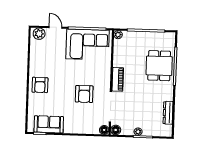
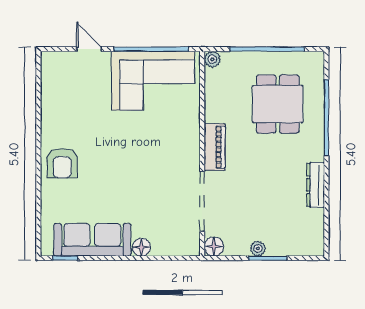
plant: (39, 34) -> (57, 62), removed
dining table: (159, 66) -> (278, 104), moved
armchair: (84, 94) -> (150, 178), removed
dresser: (168, 113) -> (316, 185), moved
sofa: (49, 124) -> (92, 240), width x1.36
floor lamp: (104, 130) -> (141, 247), moved

